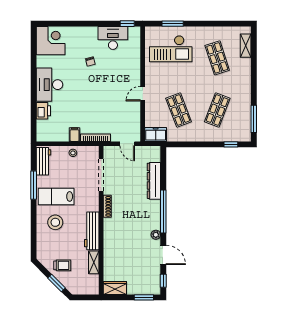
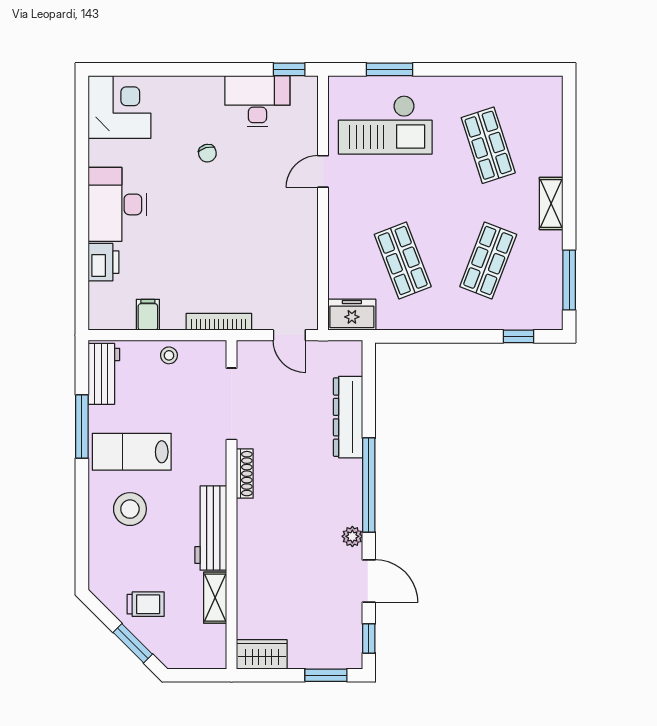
shelving: (246, 46) -> (551, 203), moved
door: (143, 94) -> (323, 171), moved
filing cabinet: (75, 135) -> (148, 315), moved

